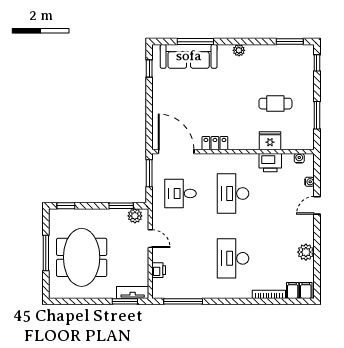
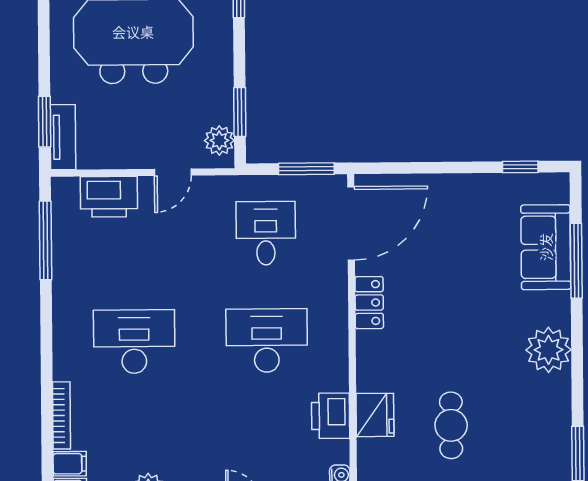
plant: (239, 50) -> (548, 350), width x1.88, depth x1.88
sofa: (189, 56) -> (546, 247), width x0.73
printer: (159, 270) -> (109, 197), width x1.87, depth x1.48

